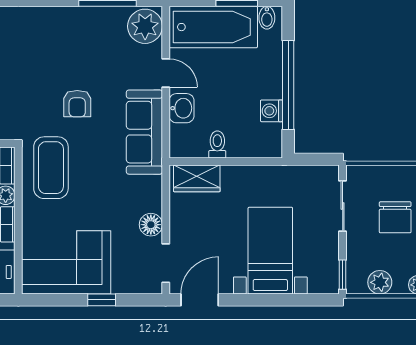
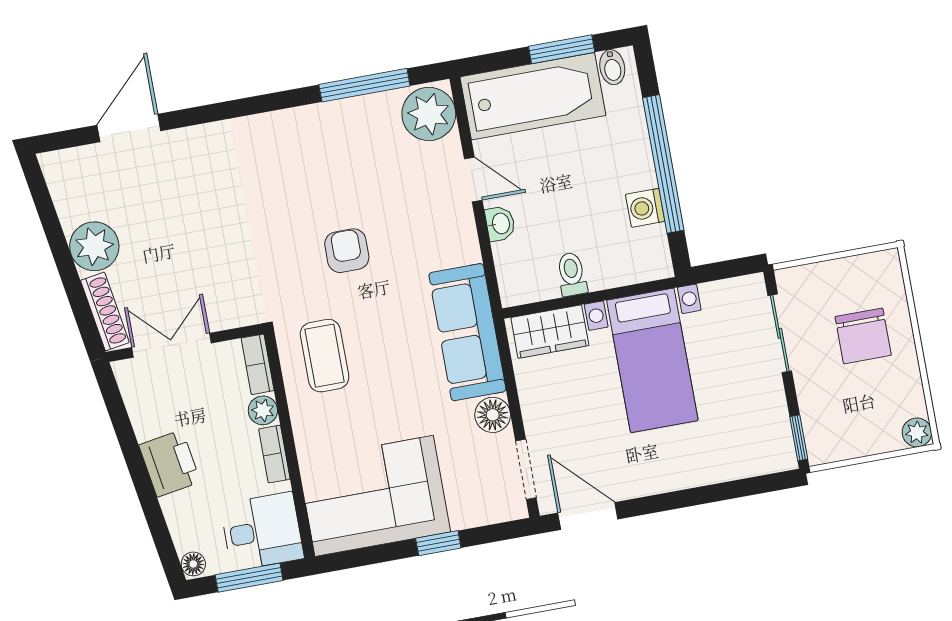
armchair: (77, 104) -> (347, 251), turned 180
washbasin: (182, 108) -> (500, 224), width x0.72, depth x0.69
sofa: (144, 132) -> (467, 332), moved
coffee table: (51, 168) -> (325, 356), width x0.73, depth x0.76
bed with nightstands: (270, 251) -> (652, 360), moved, turned 180
plant: (380, 282) -> (858, 439), removed
door: (200, 300) -> (588, 516), hinge flipped

